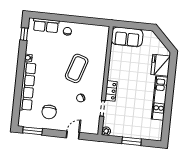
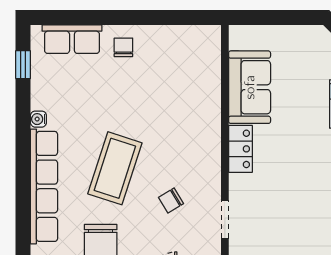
sofa: (127, 37) -> (250, 87), moved, turned -90
coffee table: (77, 68) -> (115, 168), moved
locker: (111, 91) -> (240, 149), moved

